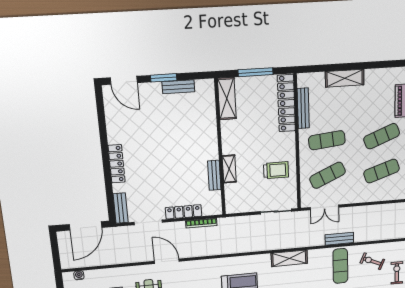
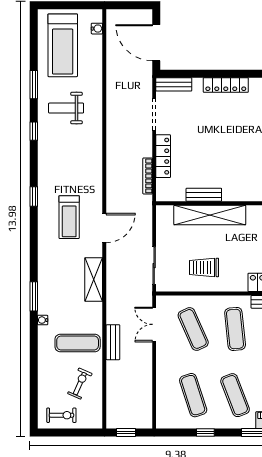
shelving: (229, 169) -> (210, 215), width x2.20, depth x1.33
trolley: (276, 170) -> (204, 267), turned 90
door: (167, 261) -> (104, 228), moved

